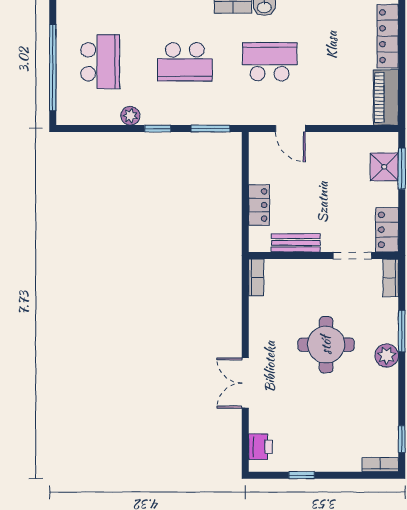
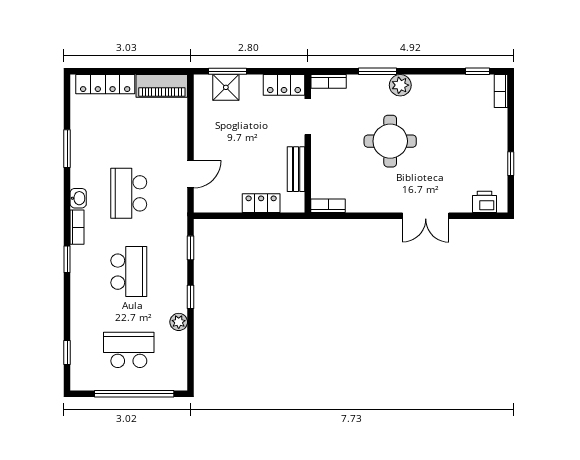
window: (210, 129) -> (191, 248), width x0.67

